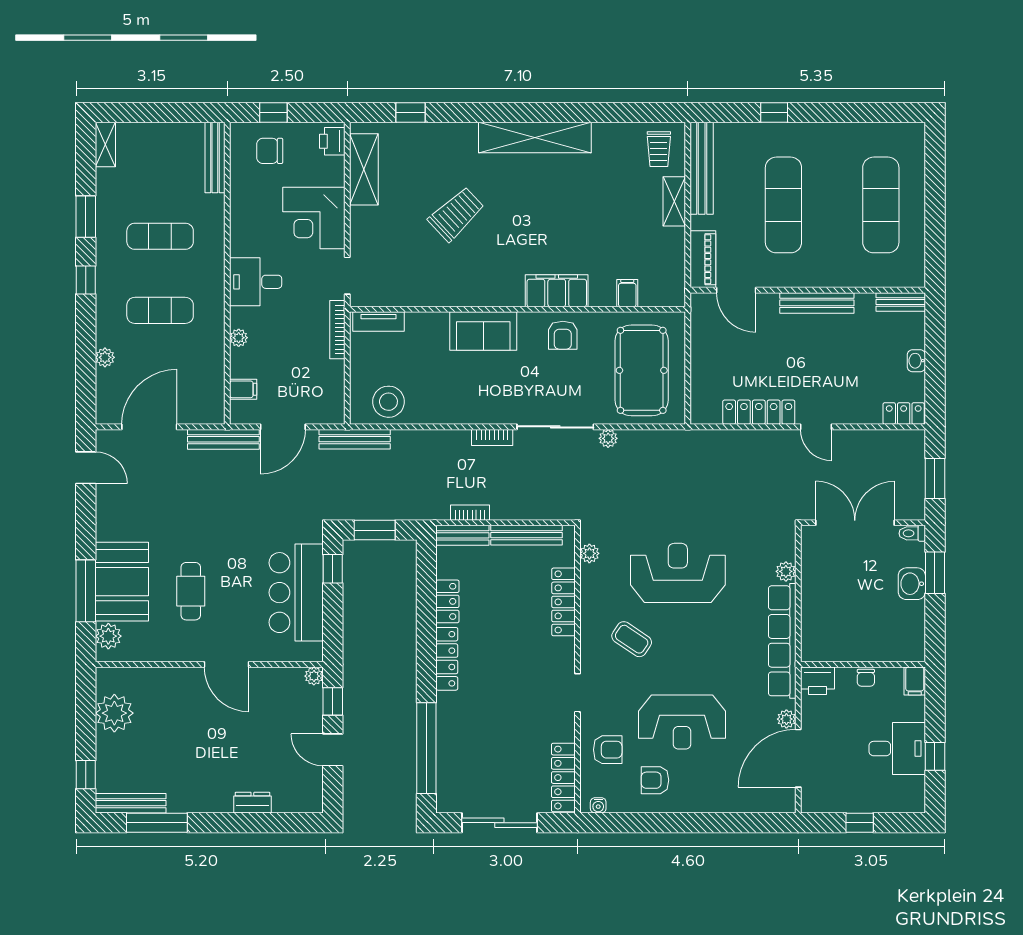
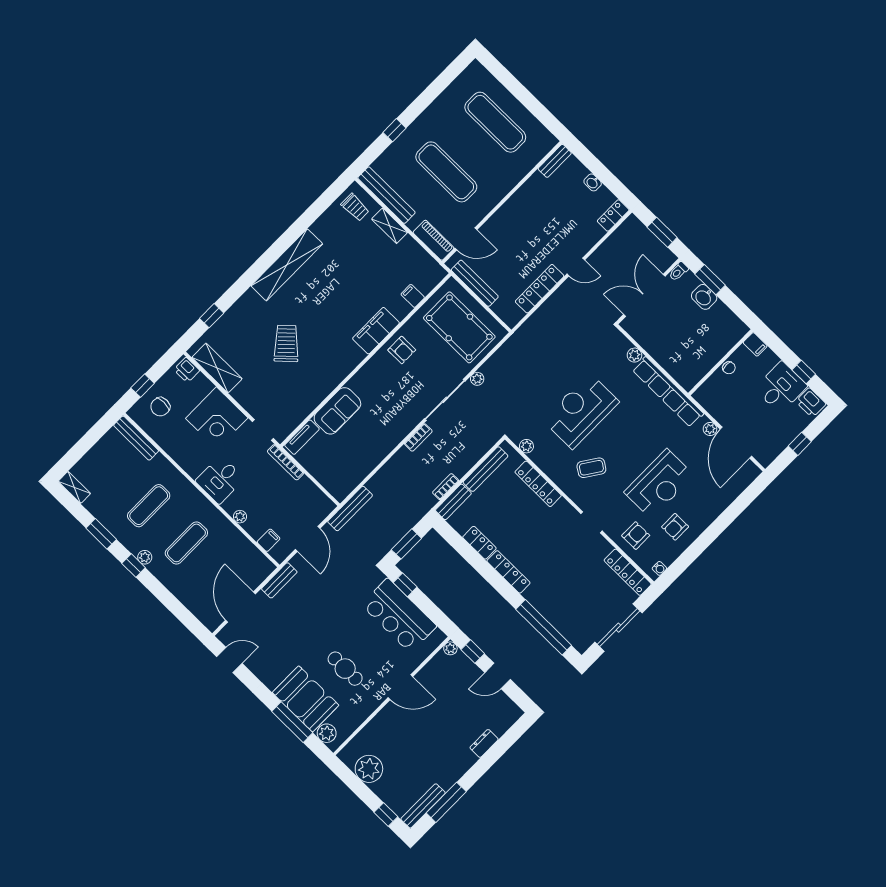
bench: (817, 303) -> (475, 283), moved, turned 90
sofa: (483, 331) -> (337, 411), moved
plant: (105, 357) -> (145, 557), moved
stool: (388, 402) -> (348, 472), removed
bench: (223, 439) -> (279, 580), width x0.73
printer: (817, 681) -> (811, 403), moved, turned 90

